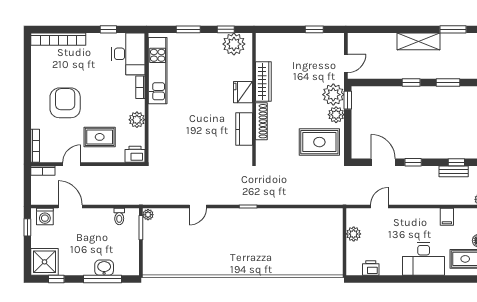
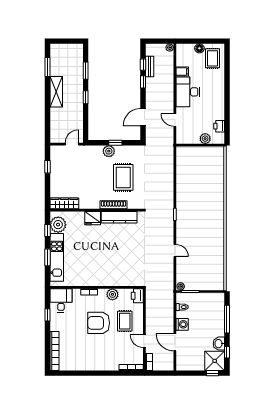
desk: (128, 54) -> (61, 300), width x0.73
door: (346, 63) -> (72, 144), hinge flipped
kitchen unit: (158, 71) -> (57, 257), moved, turned 90
wardrobe: (263, 82) -> (64, 203), moved
plant: (333, 95) -> (94, 153), removed
window: (348, 100) -> (115, 143), moved
armchair: (65, 103) -> (99, 323), moved
kitchen counter: (244, 129) -> (119, 217), width x1.50
rug: (319, 142) -> (123, 177), moved
window: (413, 162) -> (143, 82), moved
door: (70, 206) -> (175, 342), hinge flipped
washing machine: (45, 216) -> (182, 324), moved
window: (27, 227) -> (212, 373), moved
plant: (354, 234) -> (205, 139), moved
desk: (424, 259) -> (188, 92), moved, turned 180
washbasin: (104, 268) -> (219, 344), moved

